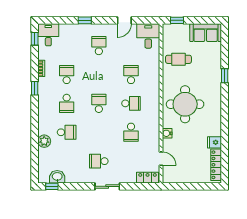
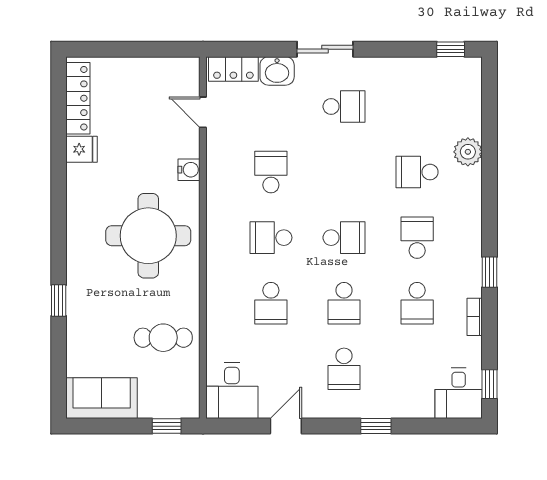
school desk: (99, 74) -> (344, 303), added
school desk: (99, 103) -> (344, 238), turned -90
washbasin: (57, 177) -> (277, 71), moved

